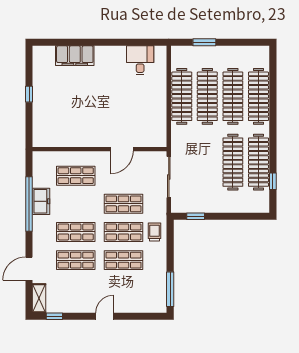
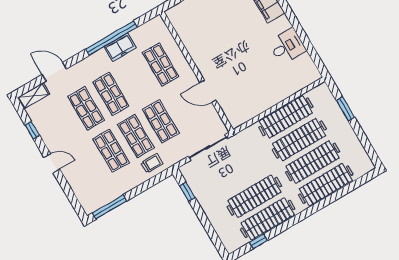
desk: (140, 60) -> (287, 46), moved
window: (54, 316) -> (32, 130), moved

